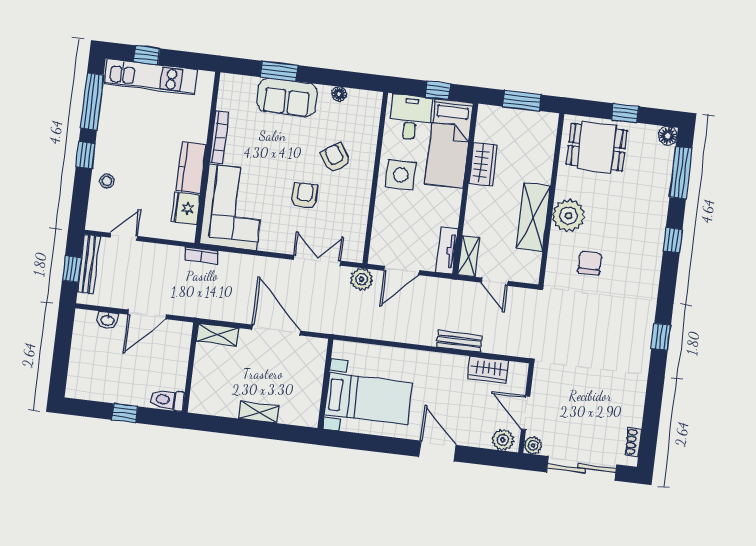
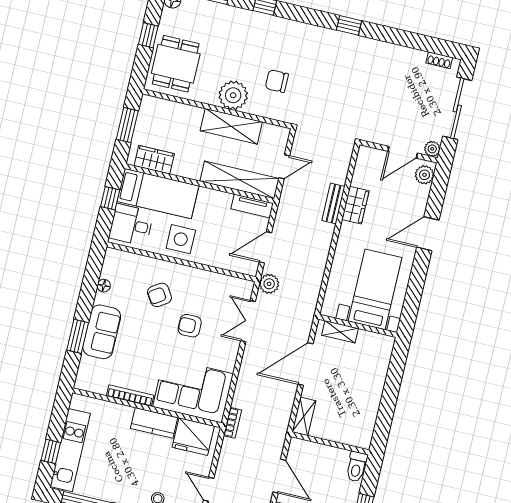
wardrobe: (483, 164) -> (154, 160), moved
fridge: (186, 208) -> (193, 437), width x1.36, depth x1.34
shelving: (469, 256) -> (240, 180), width x2.20, depth x1.33
door: (402, 270) -> (265, 247), swing flipped
wardrobe: (488, 370) -> (355, 205), moved
shelving: (259, 412) -> (340, 332), moved, turned 90

